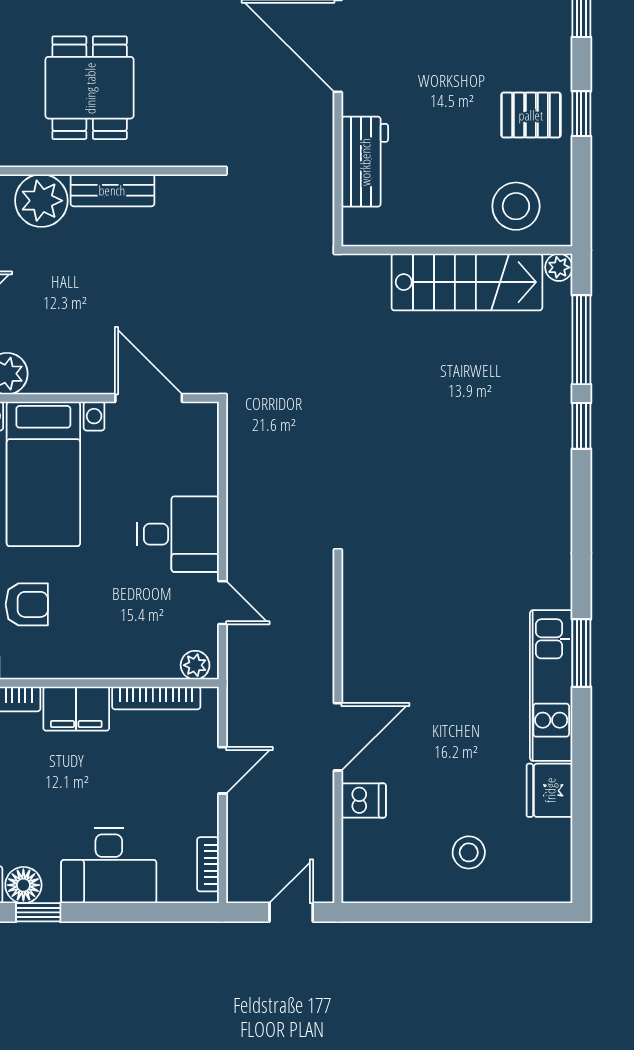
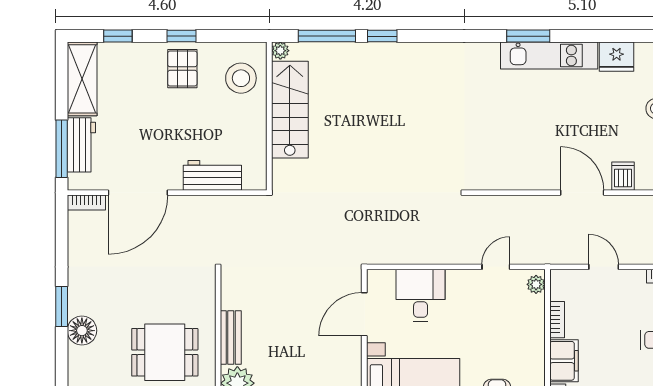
desk: (178, 534) -> (421, 295), moved
bookcase: (156, 698) -> (557, 320), width x0.64

